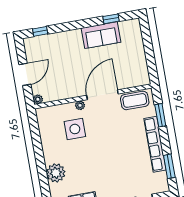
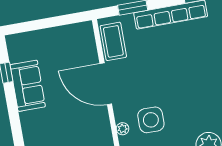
plant: (80, 105) -> (123, 129), moved

